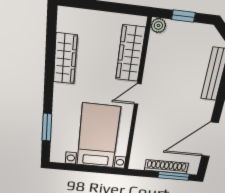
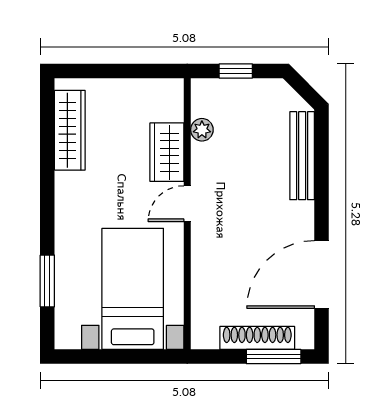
plant: (158, 26) -> (202, 130), moved
wardrobe: (130, 54) -> (167, 152), width x0.67
wardrobe: (65, 59) -> (70, 130), moved

